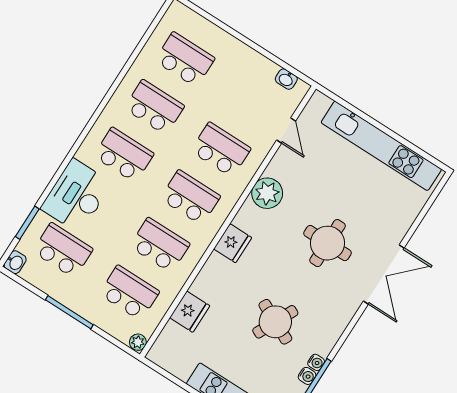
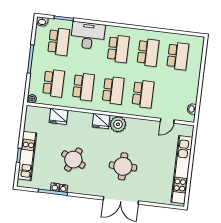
plant: (267, 193) -> (118, 124), moved

